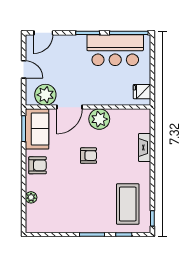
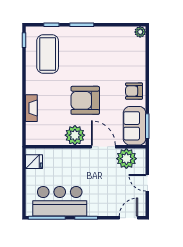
door: (70, 107) -> (103, 147), hinge flipped
armchair: (89, 156) -> (85, 100), width x1.88, depth x1.88
plant: (31, 197) -> (140, 32), moved

